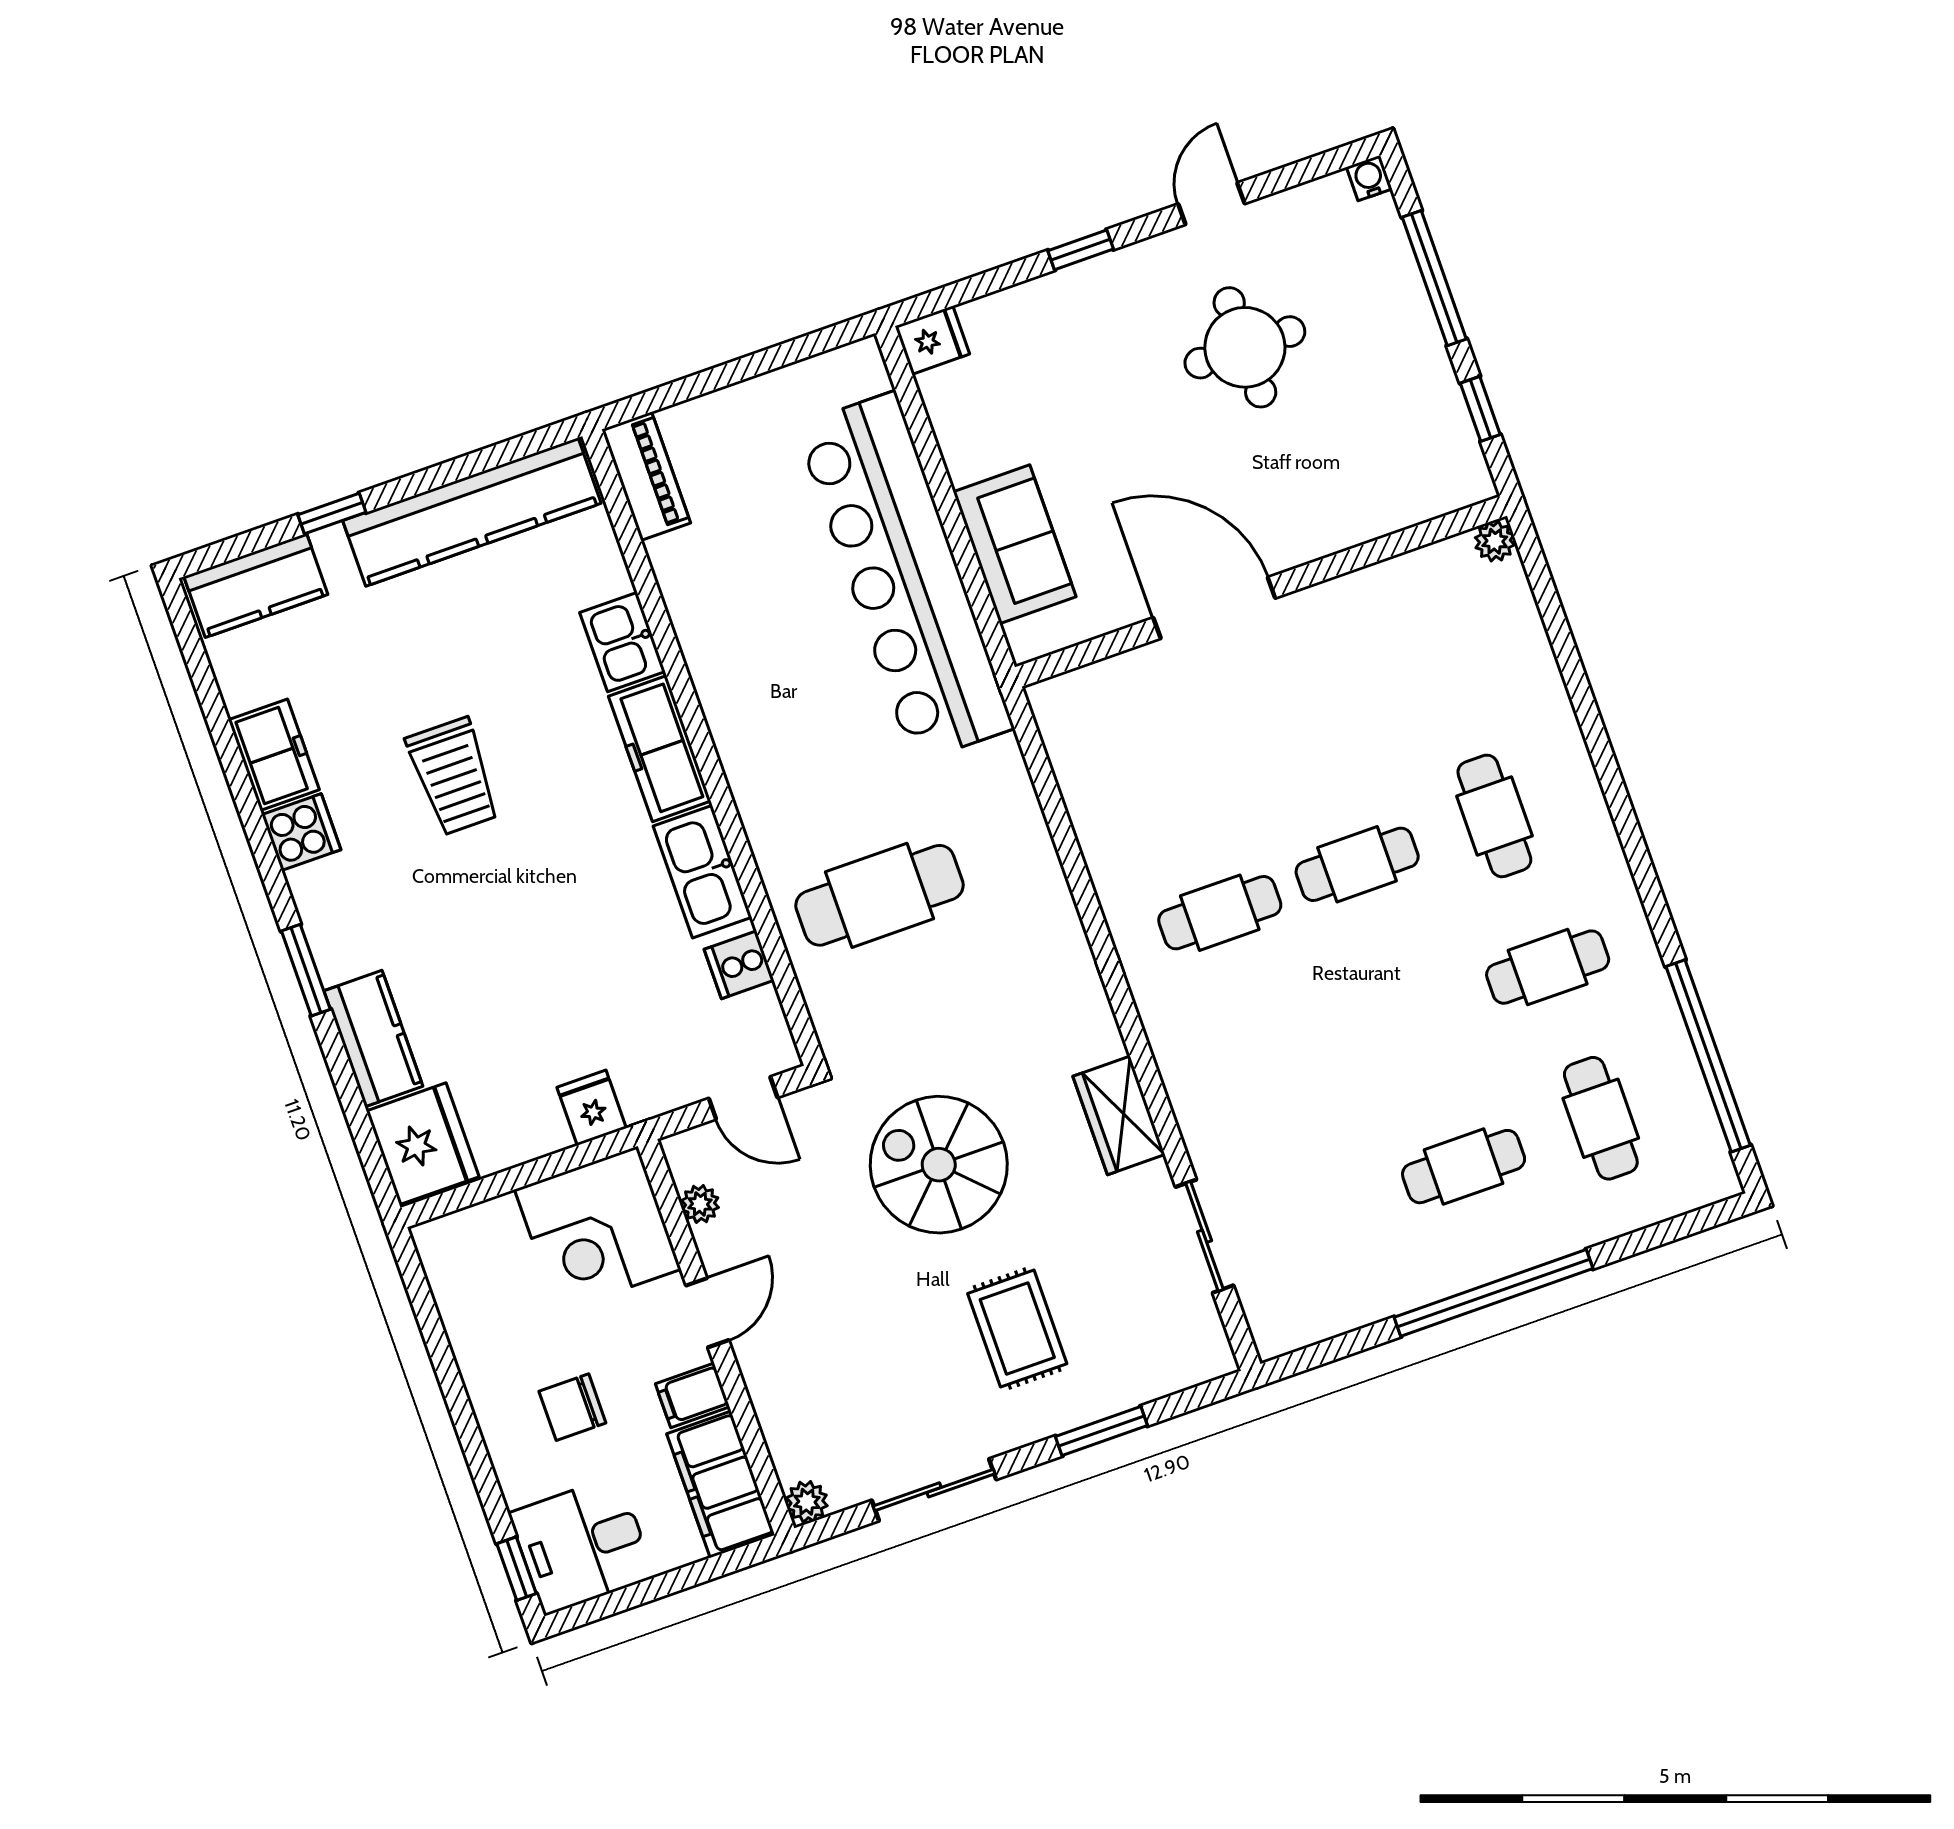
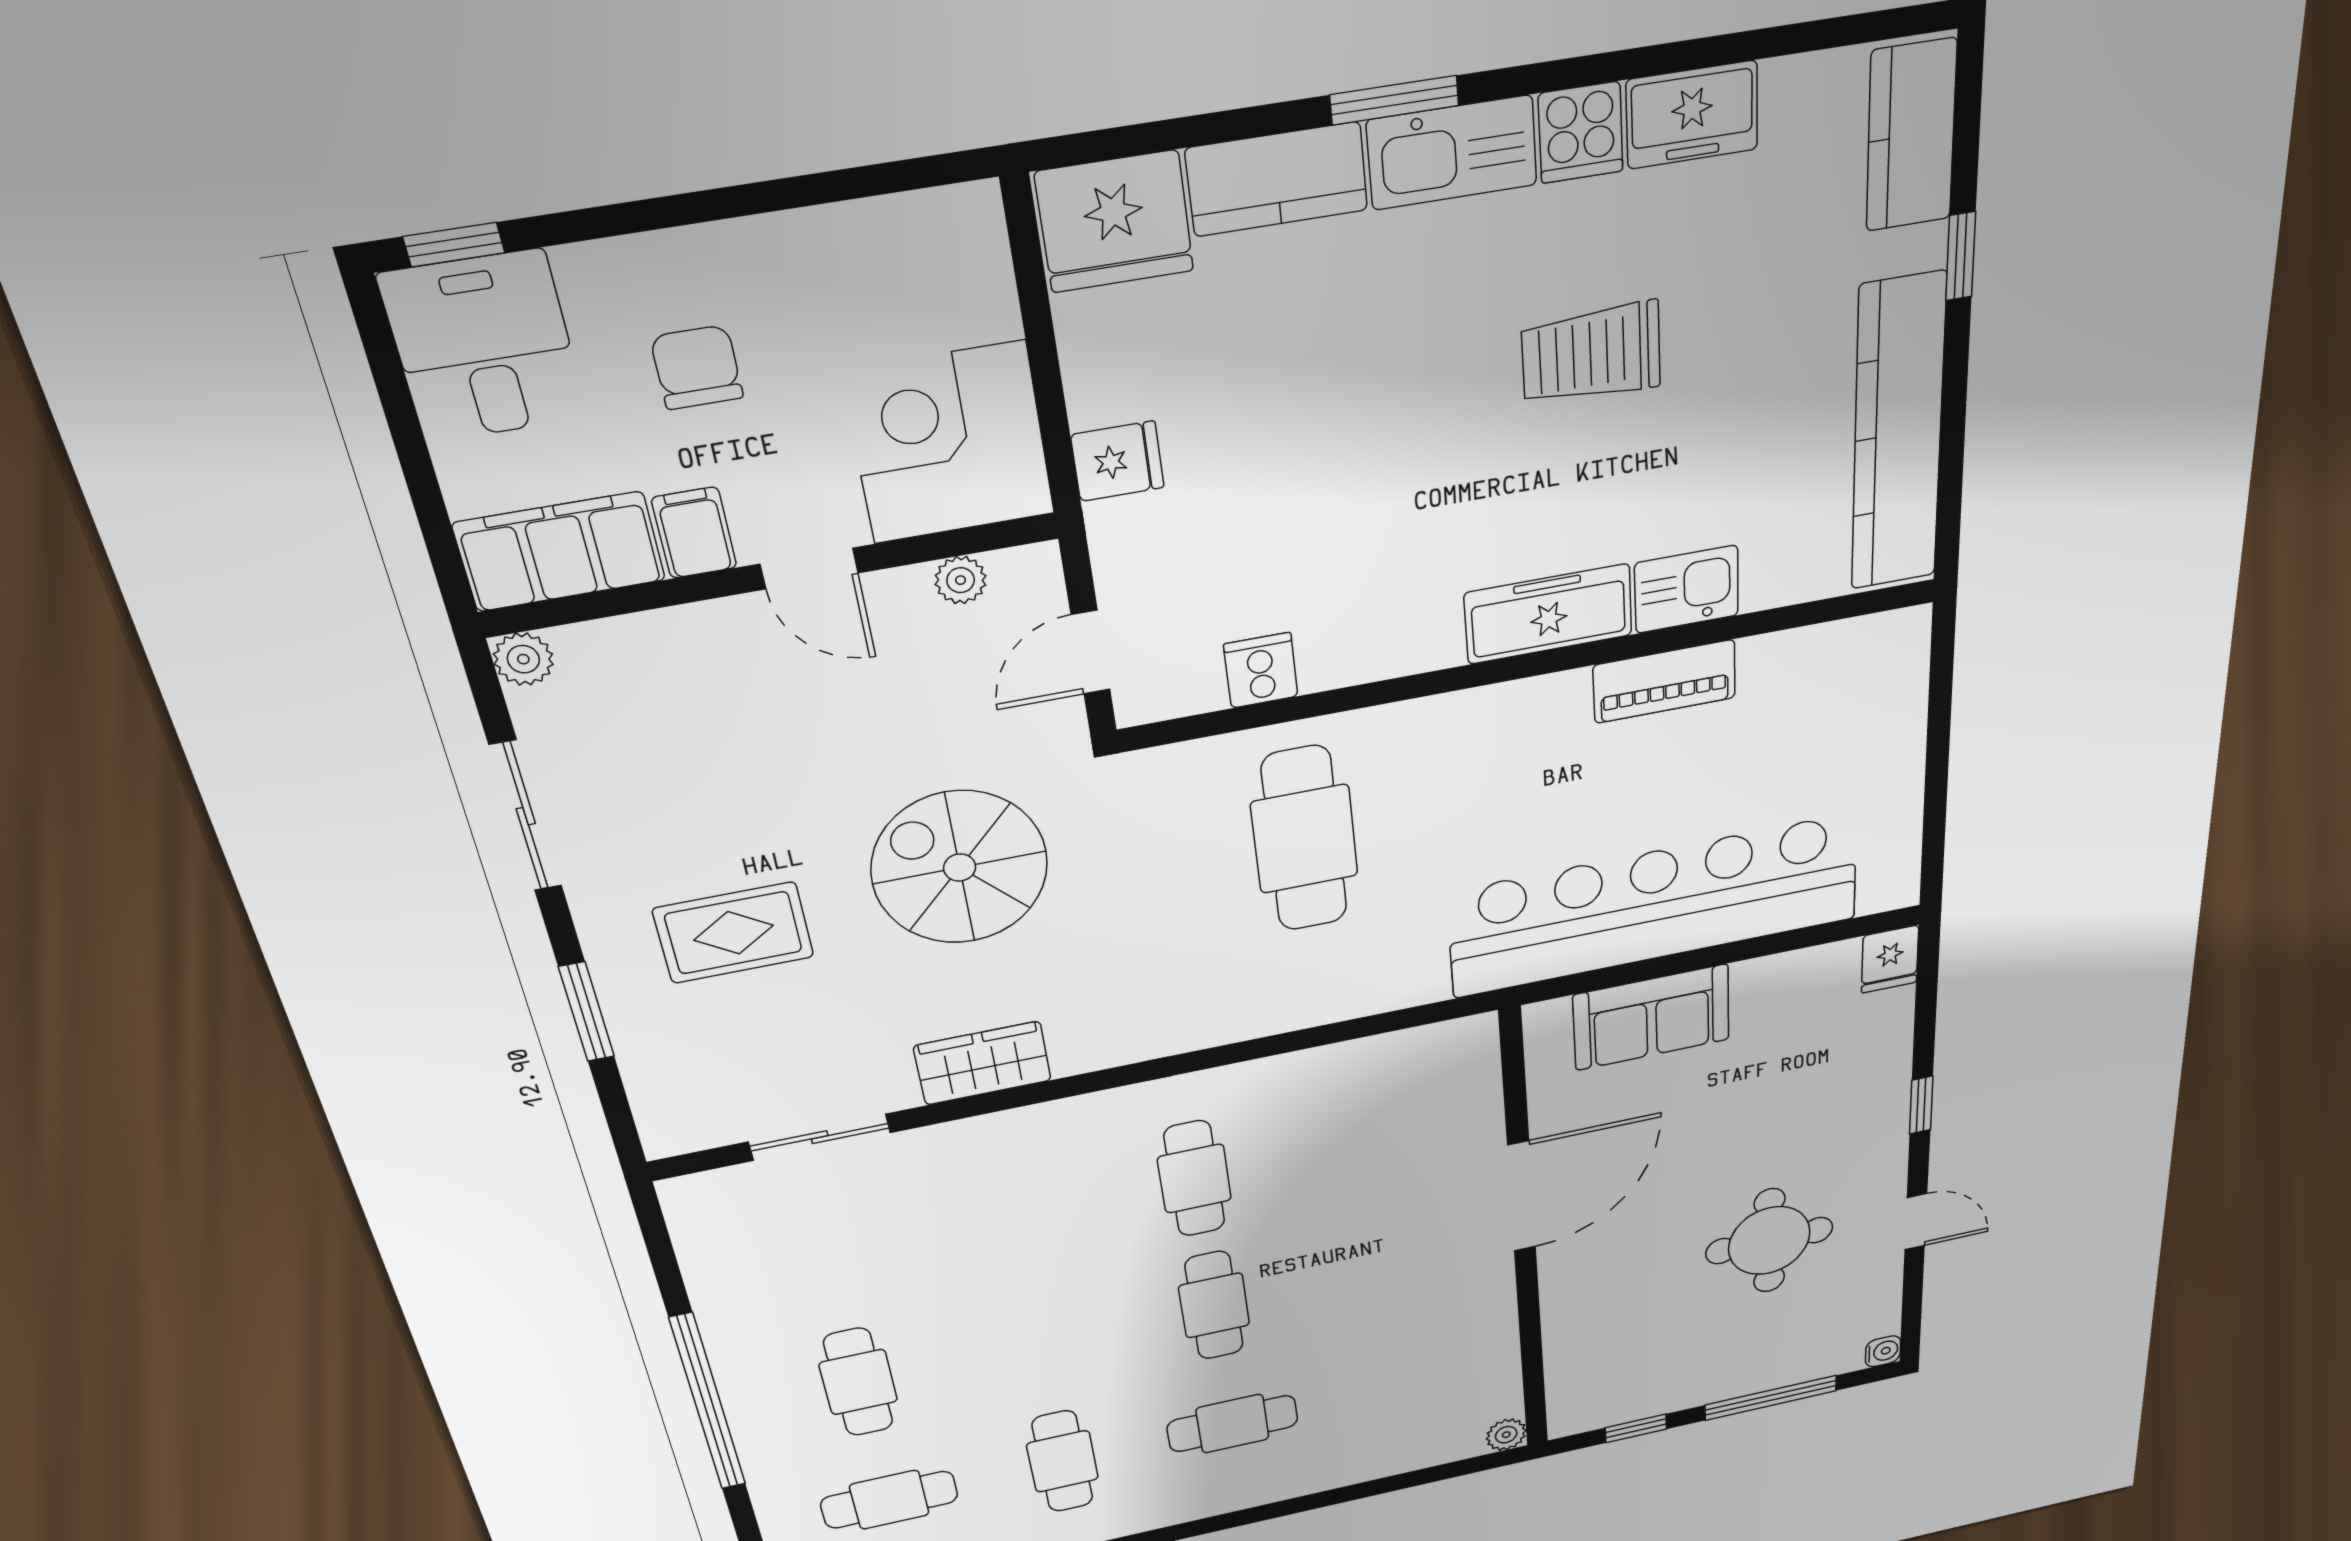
piano: (646, 476) -> (1665, 681), moved
kitchen sink: (702, 872) -> (1452, 153), moved, turned 180
spiral stairs: (939, 1165) -> (960, 867), turned -90

